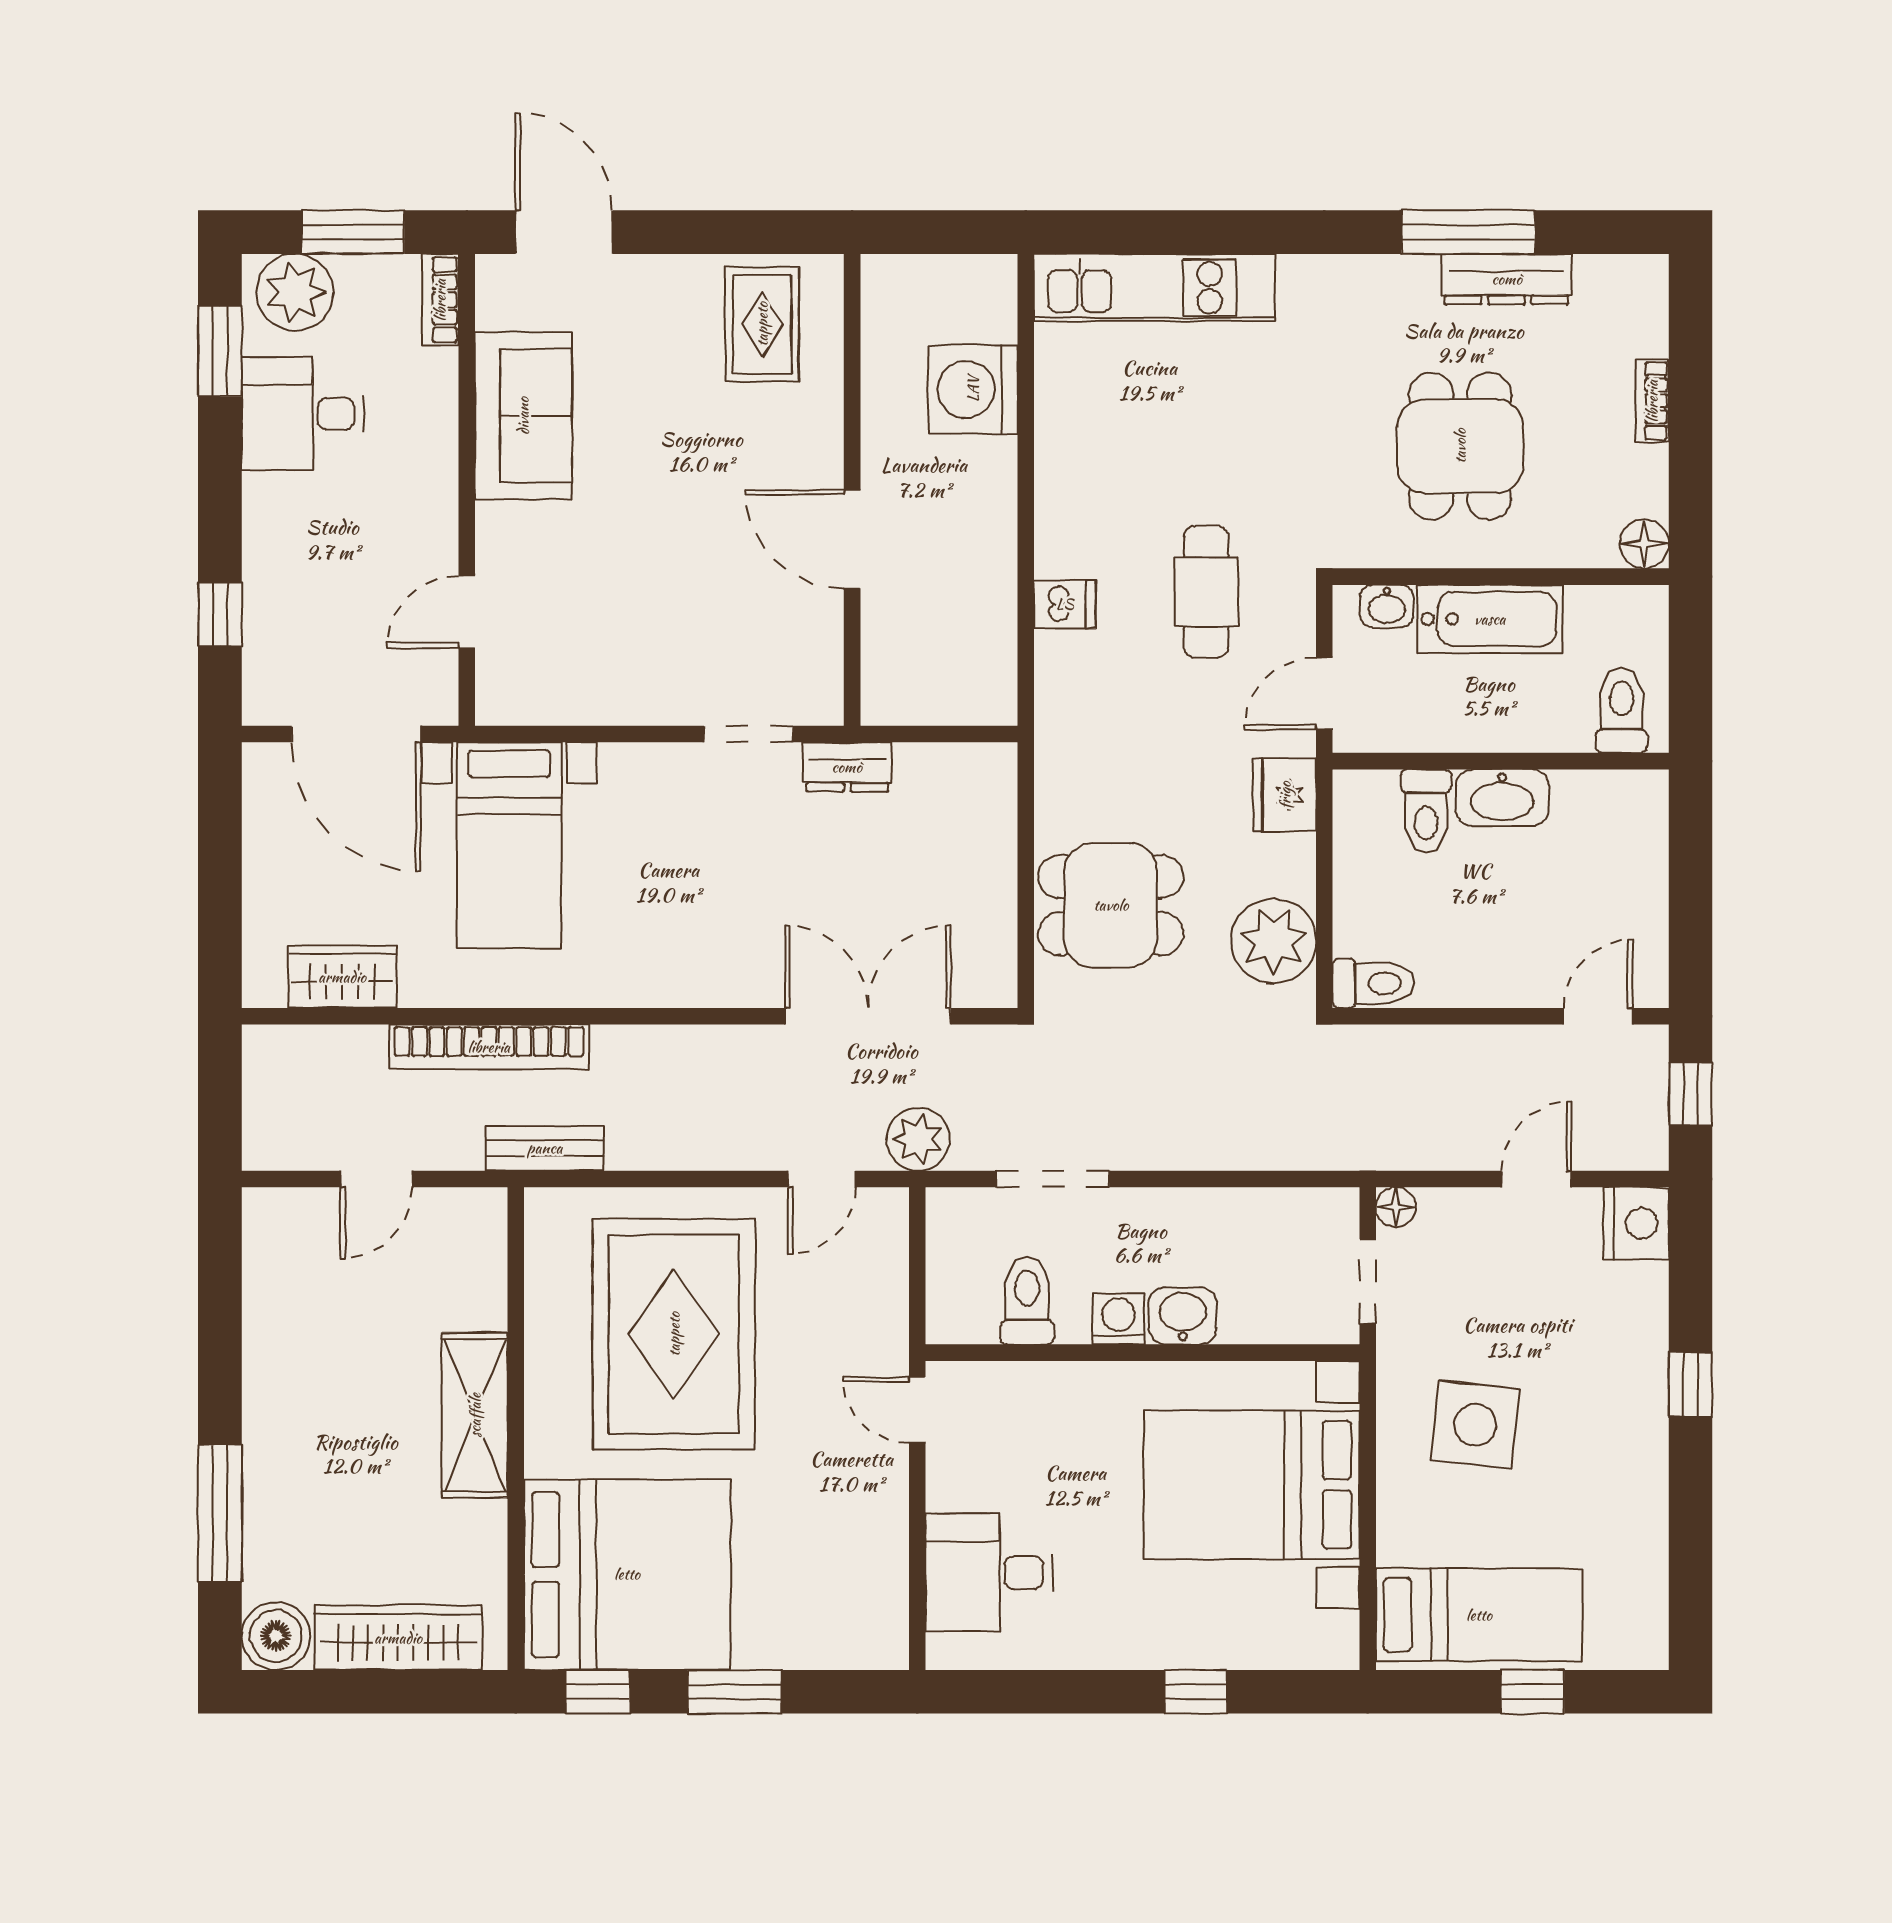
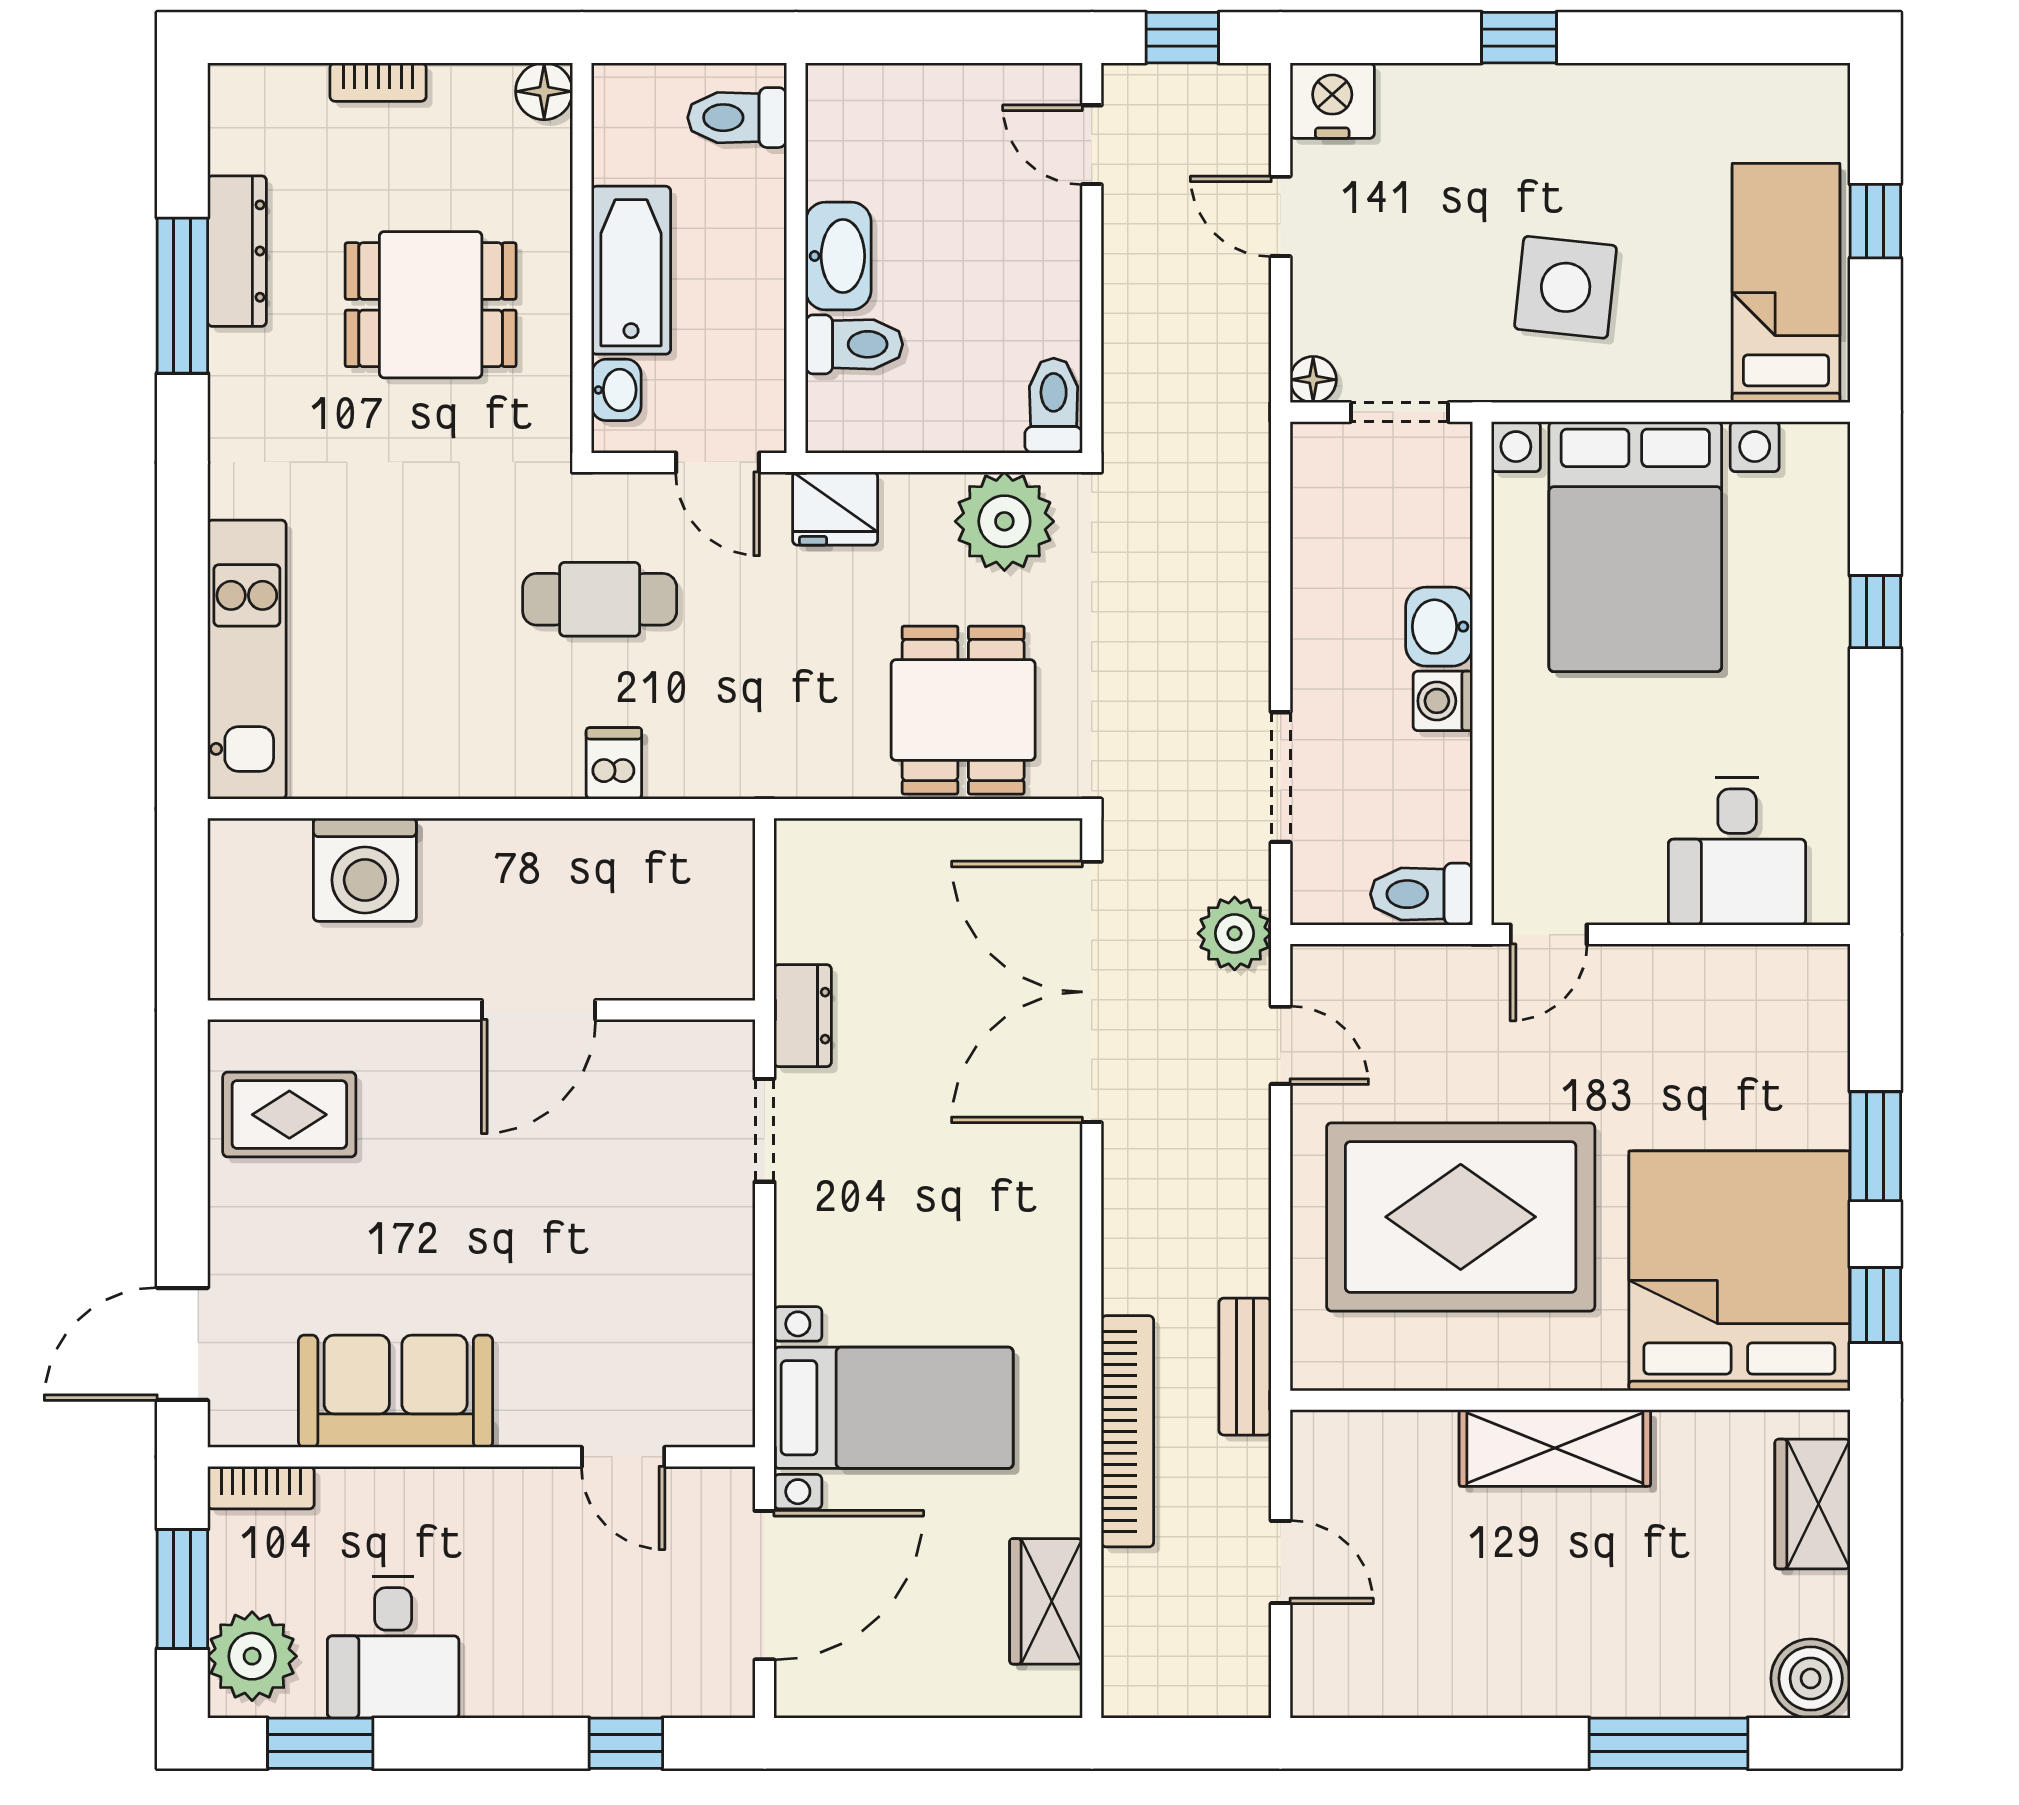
double door: (868, 1016) -> (1092, 992), width x1.36
toilet: (1027, 1300) -> (1422, 894), moved
wardrobe: (398, 1638) -> (1813, 1504), width x0.67

